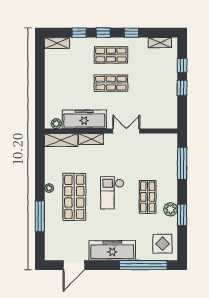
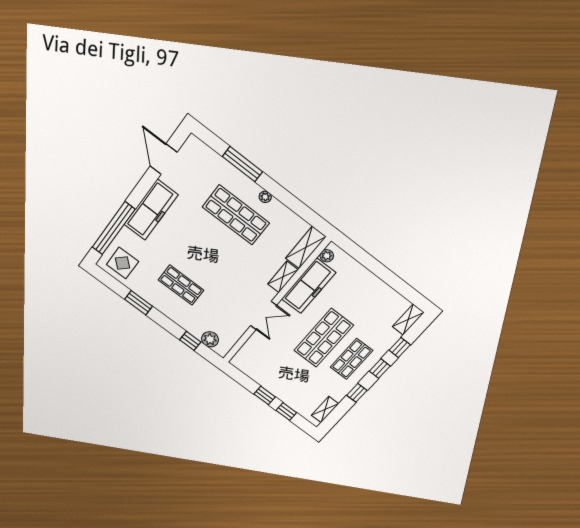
shop shelf: (111, 83) -> (324, 338), width x1.43, depth x1.36
window: (182, 163) -> (190, 341), width x0.46
checkout: (112, 193) -> (211, 255), removed
plant: (171, 209) -> (210, 339), moved

